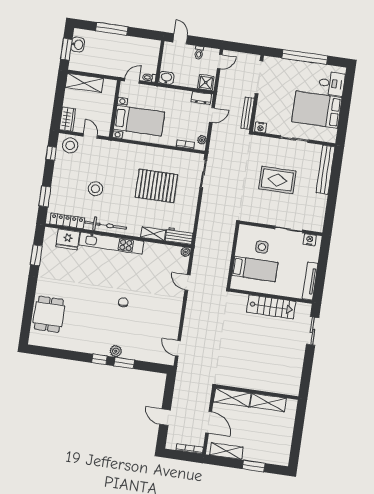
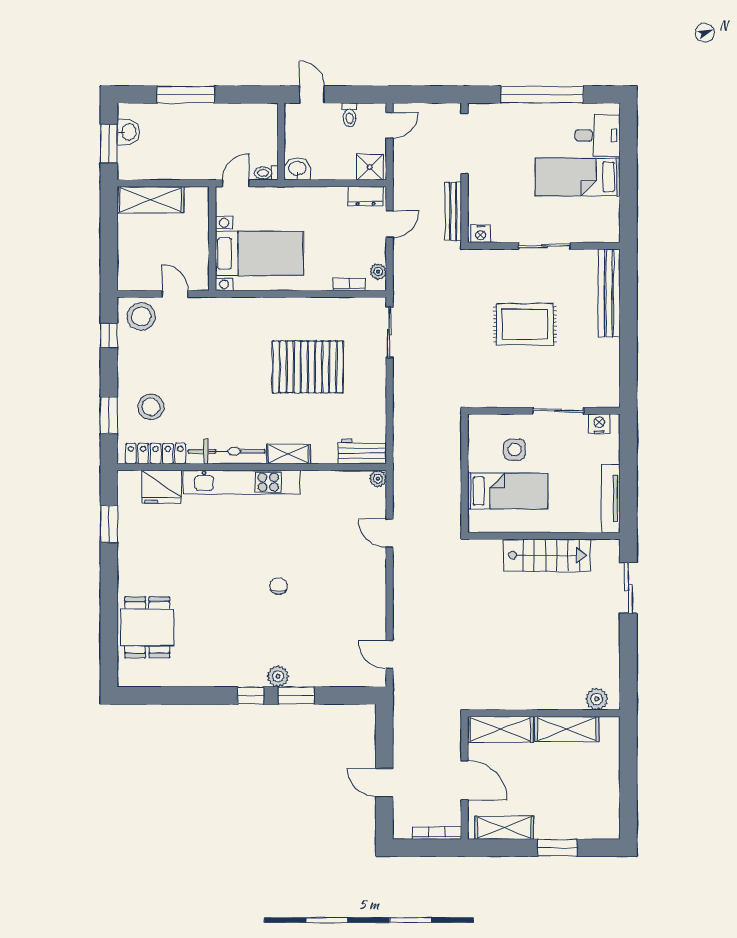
bed: (317, 110) -> (578, 177), width x0.67
wardrobe: (67, 119) -> (129, 270), removed
stool: (95, 189) -> (151, 407), moved
shelving: (153, 234) -> (288, 454), moved
plant: (287, 389) -> (597, 699), added

